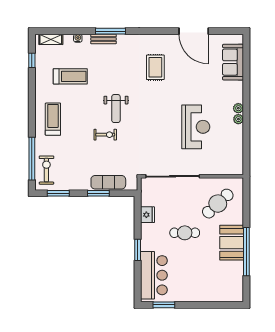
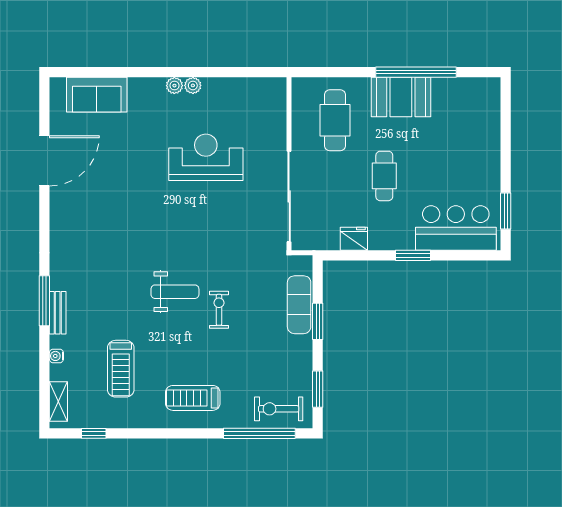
rug: (155, 67) -> (105, 225), removed
treadmill: (70, 76) -> (121, 369), turned 180
cafe table: (218, 204) -> (335, 120), turned 43

